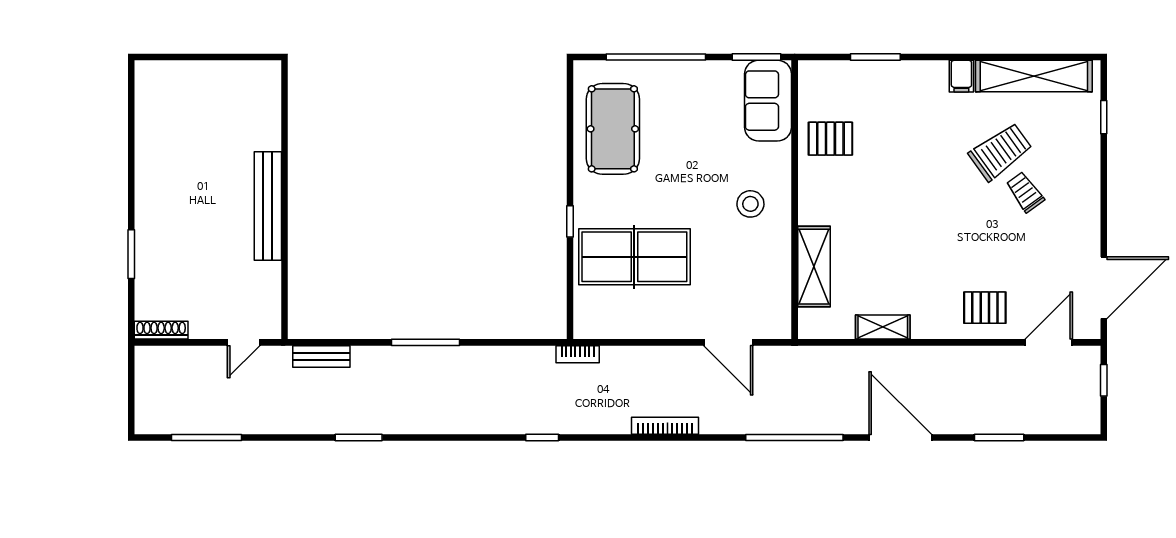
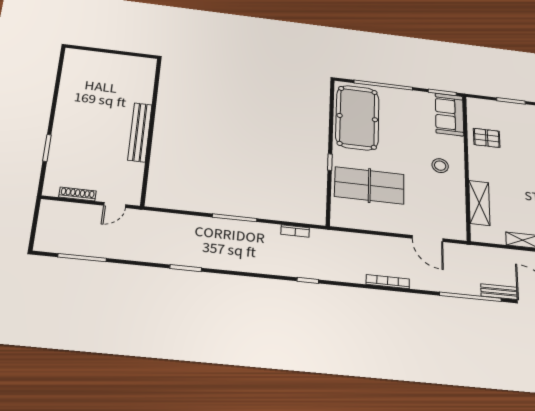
pool table: (613, 129) -> (357, 118), width x1.36, depth x1.32
shoe rack: (161, 330) -> (77, 194), moved
bookcase: (578, 354) -> (295, 231), moved
bench: (321, 356) -> (499, 292), moved

